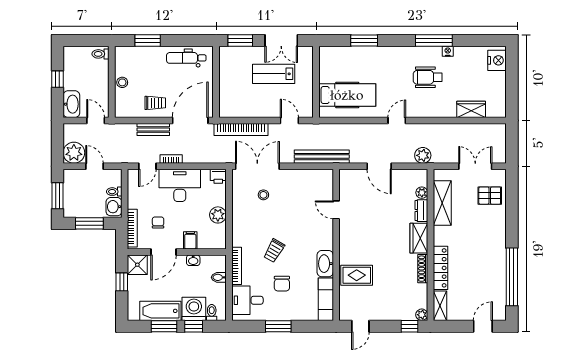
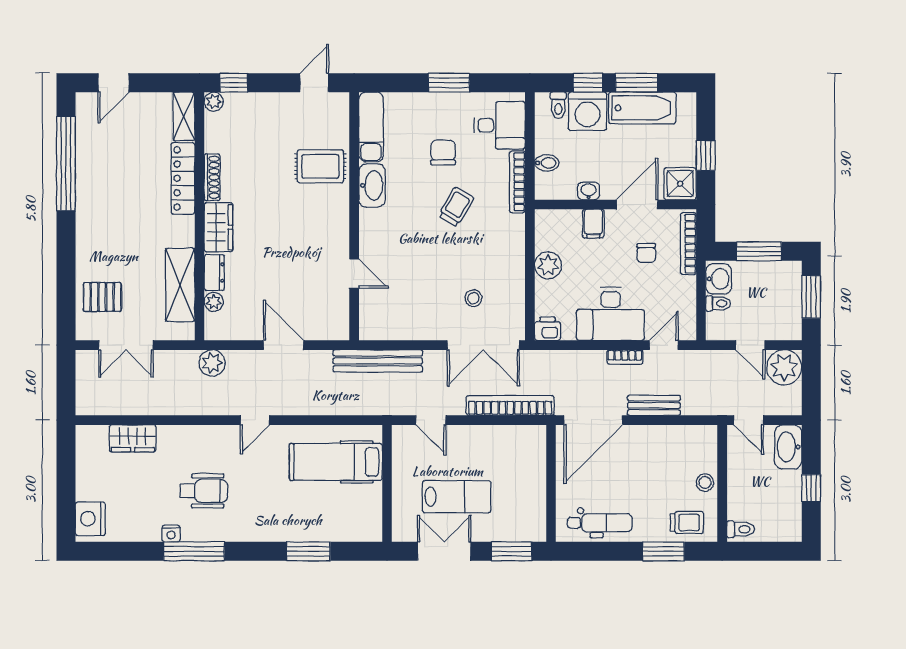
trolley: (155, 103) -> (687, 522), moved, turned 180

